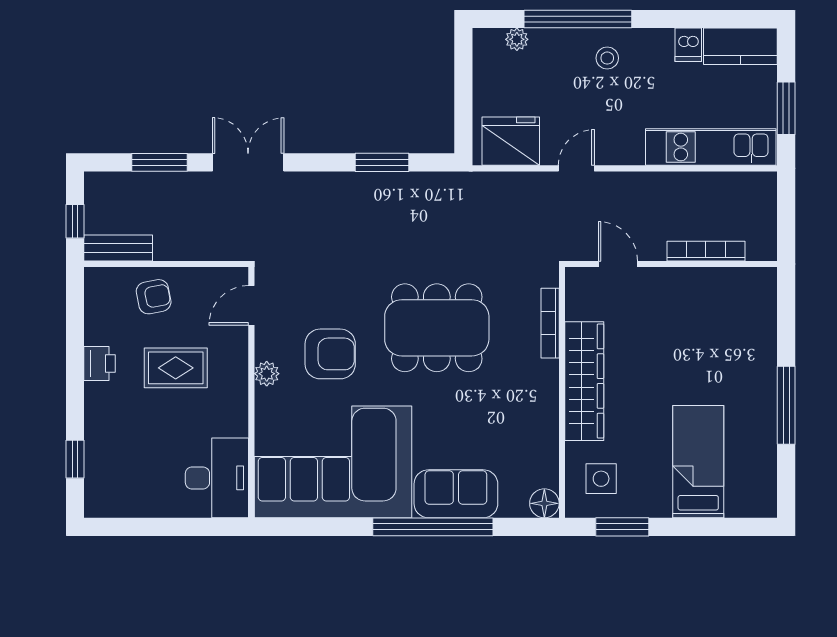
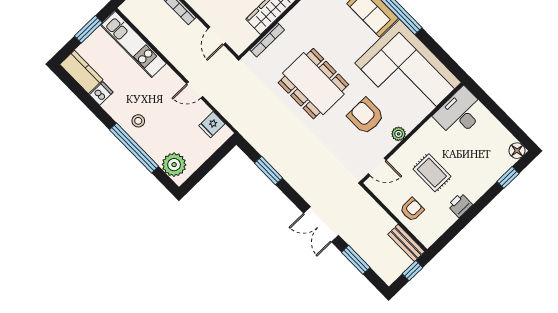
plant: (517, 39) -> (174, 165), width x1.87, depth x1.87
fridge: (511, 141) -> (212, 125), width x0.53, depth x0.75
armchair: (154, 297) -> (412, 210), turned 101
floor lamp: (98, 504) -> (517, 151), added

